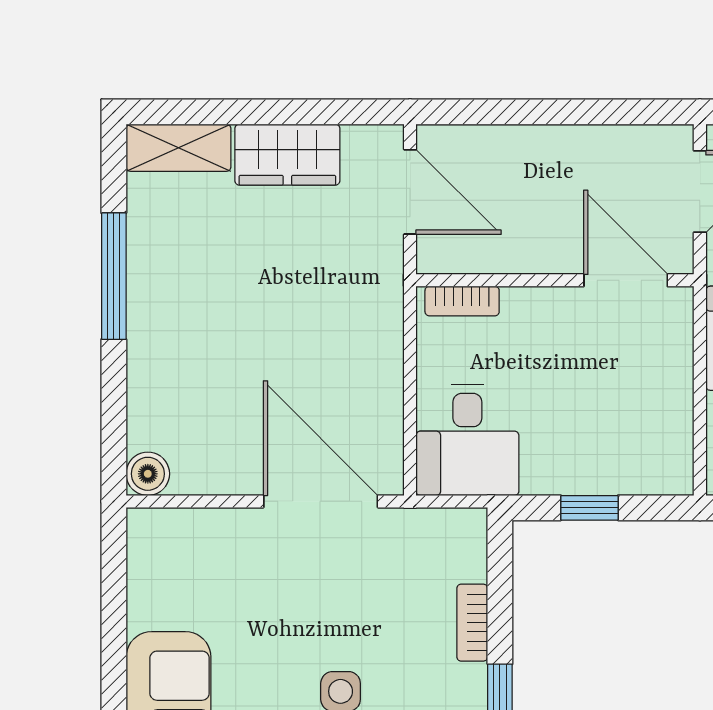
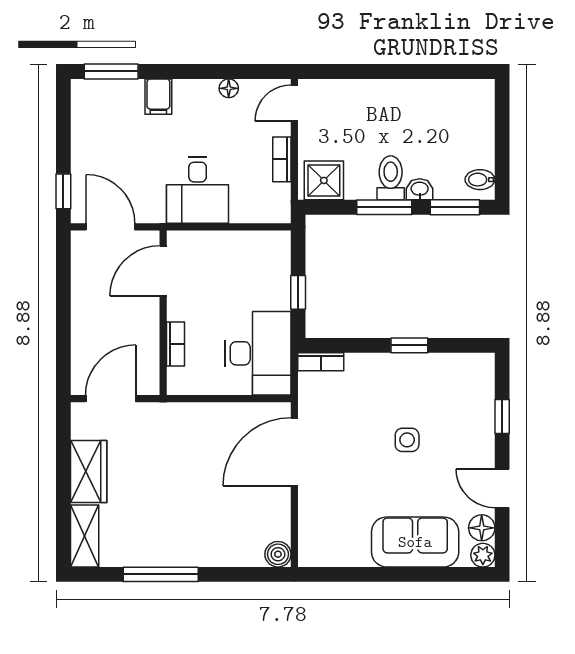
bookcase: (462, 301) -> (176, 344), moved
desk: (467, 440) -> (258, 353), width x1.37
bookcase: (472, 623) -> (321, 362), moved

